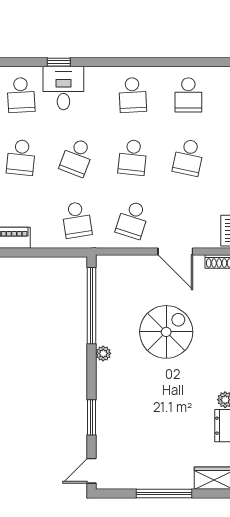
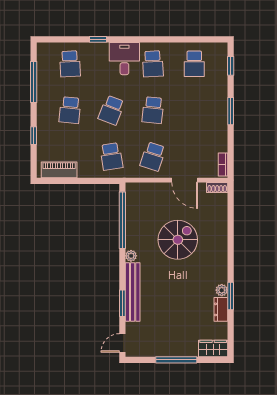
desk: (63, 88) -> (124, 59), moved
school desk: (188, 157) -> (194, 110), removed
bench: (105, 402) -> (133, 292), added

